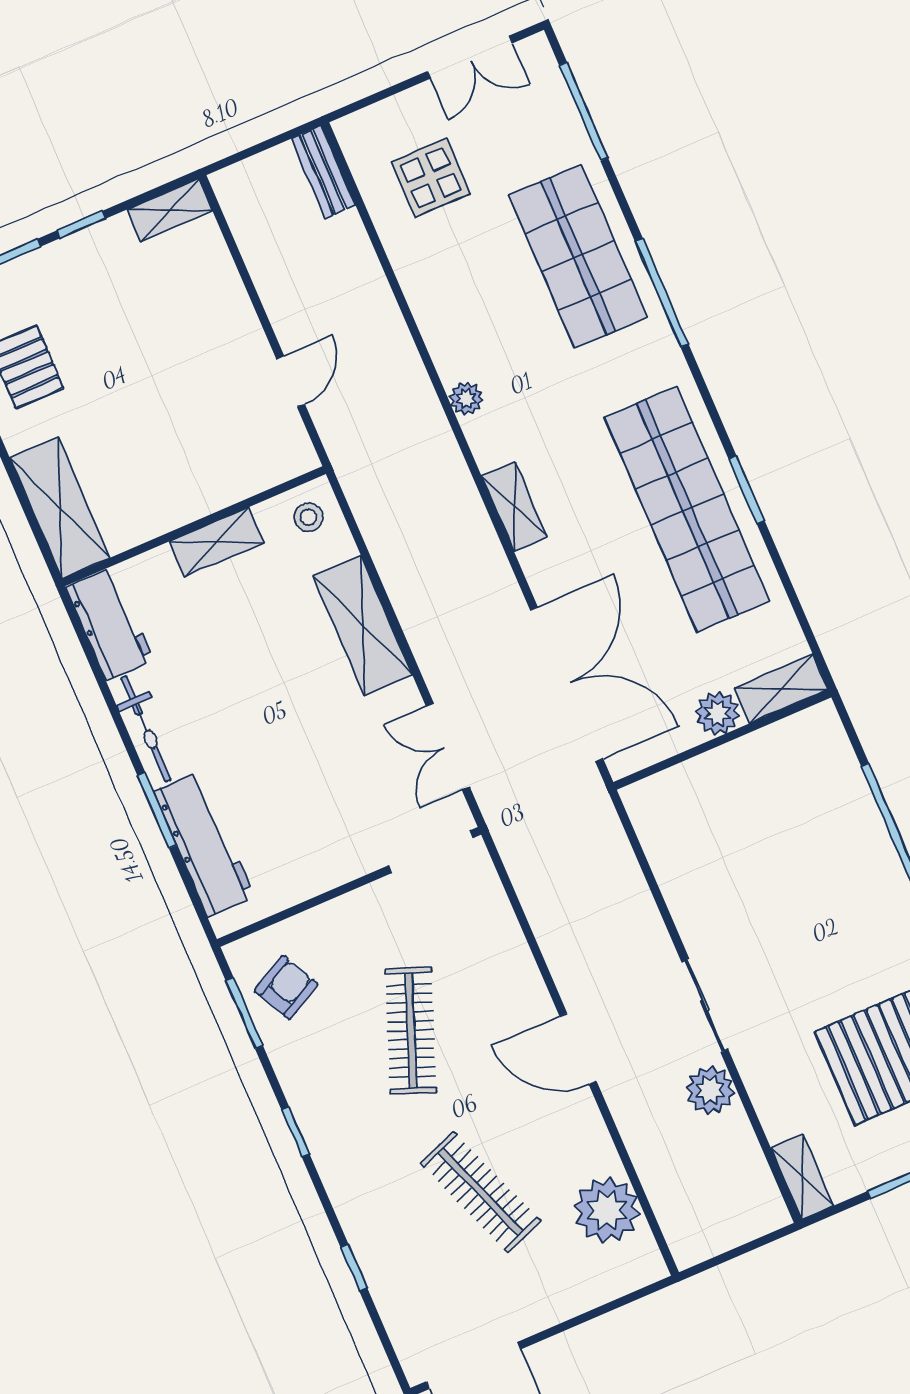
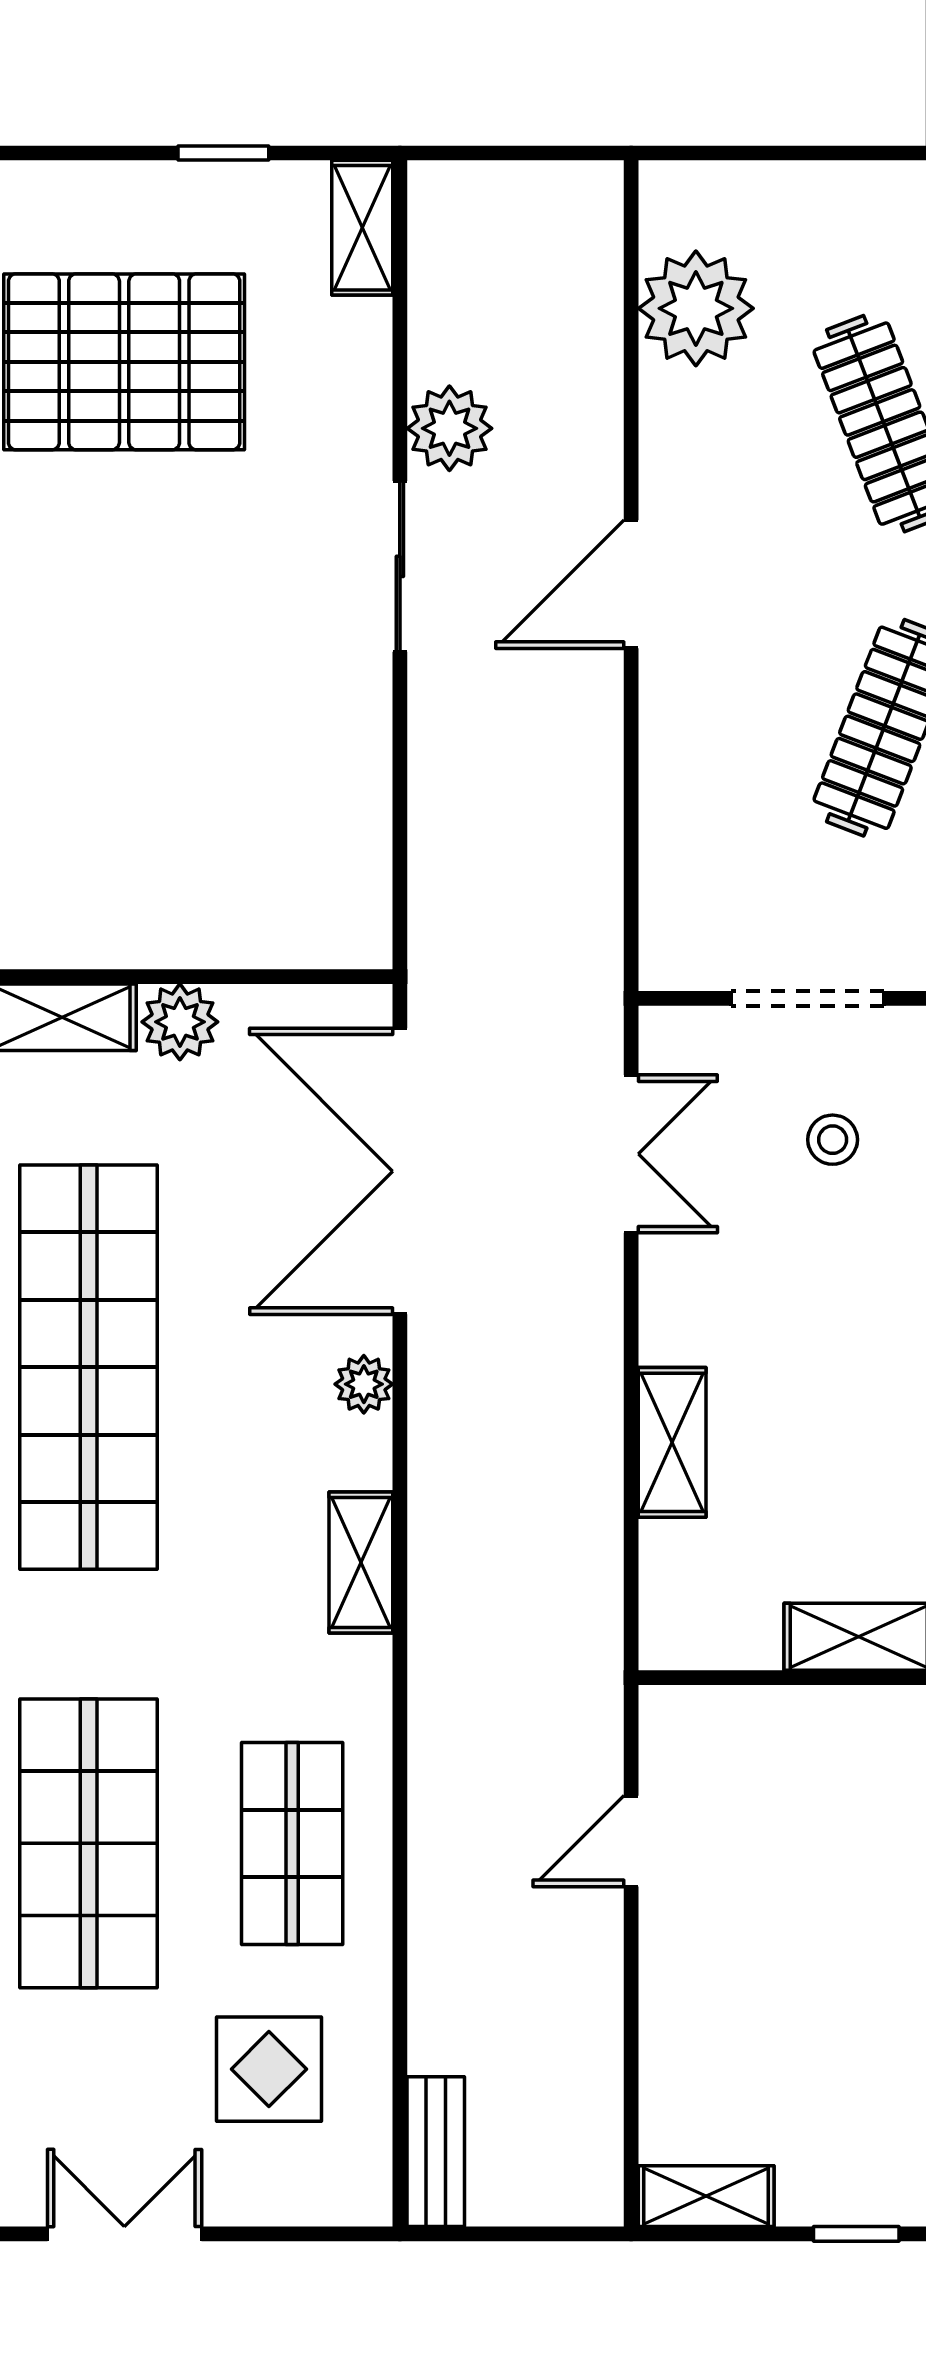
shop shelf: (470, 303) -> (292, 1843), added
plant: (466, 398) -> (364, 1384), moved
shelving: (515, 507) -> (361, 1562), moved
stool: (309, 517) -> (833, 1140), moved
shelving: (363, 625) -> (672, 1442), width x0.67, depth x0.75
doorway: (431, 852) -> (807, 998), moved
door: (578, 1049) -> (631, 584), swing flipped

